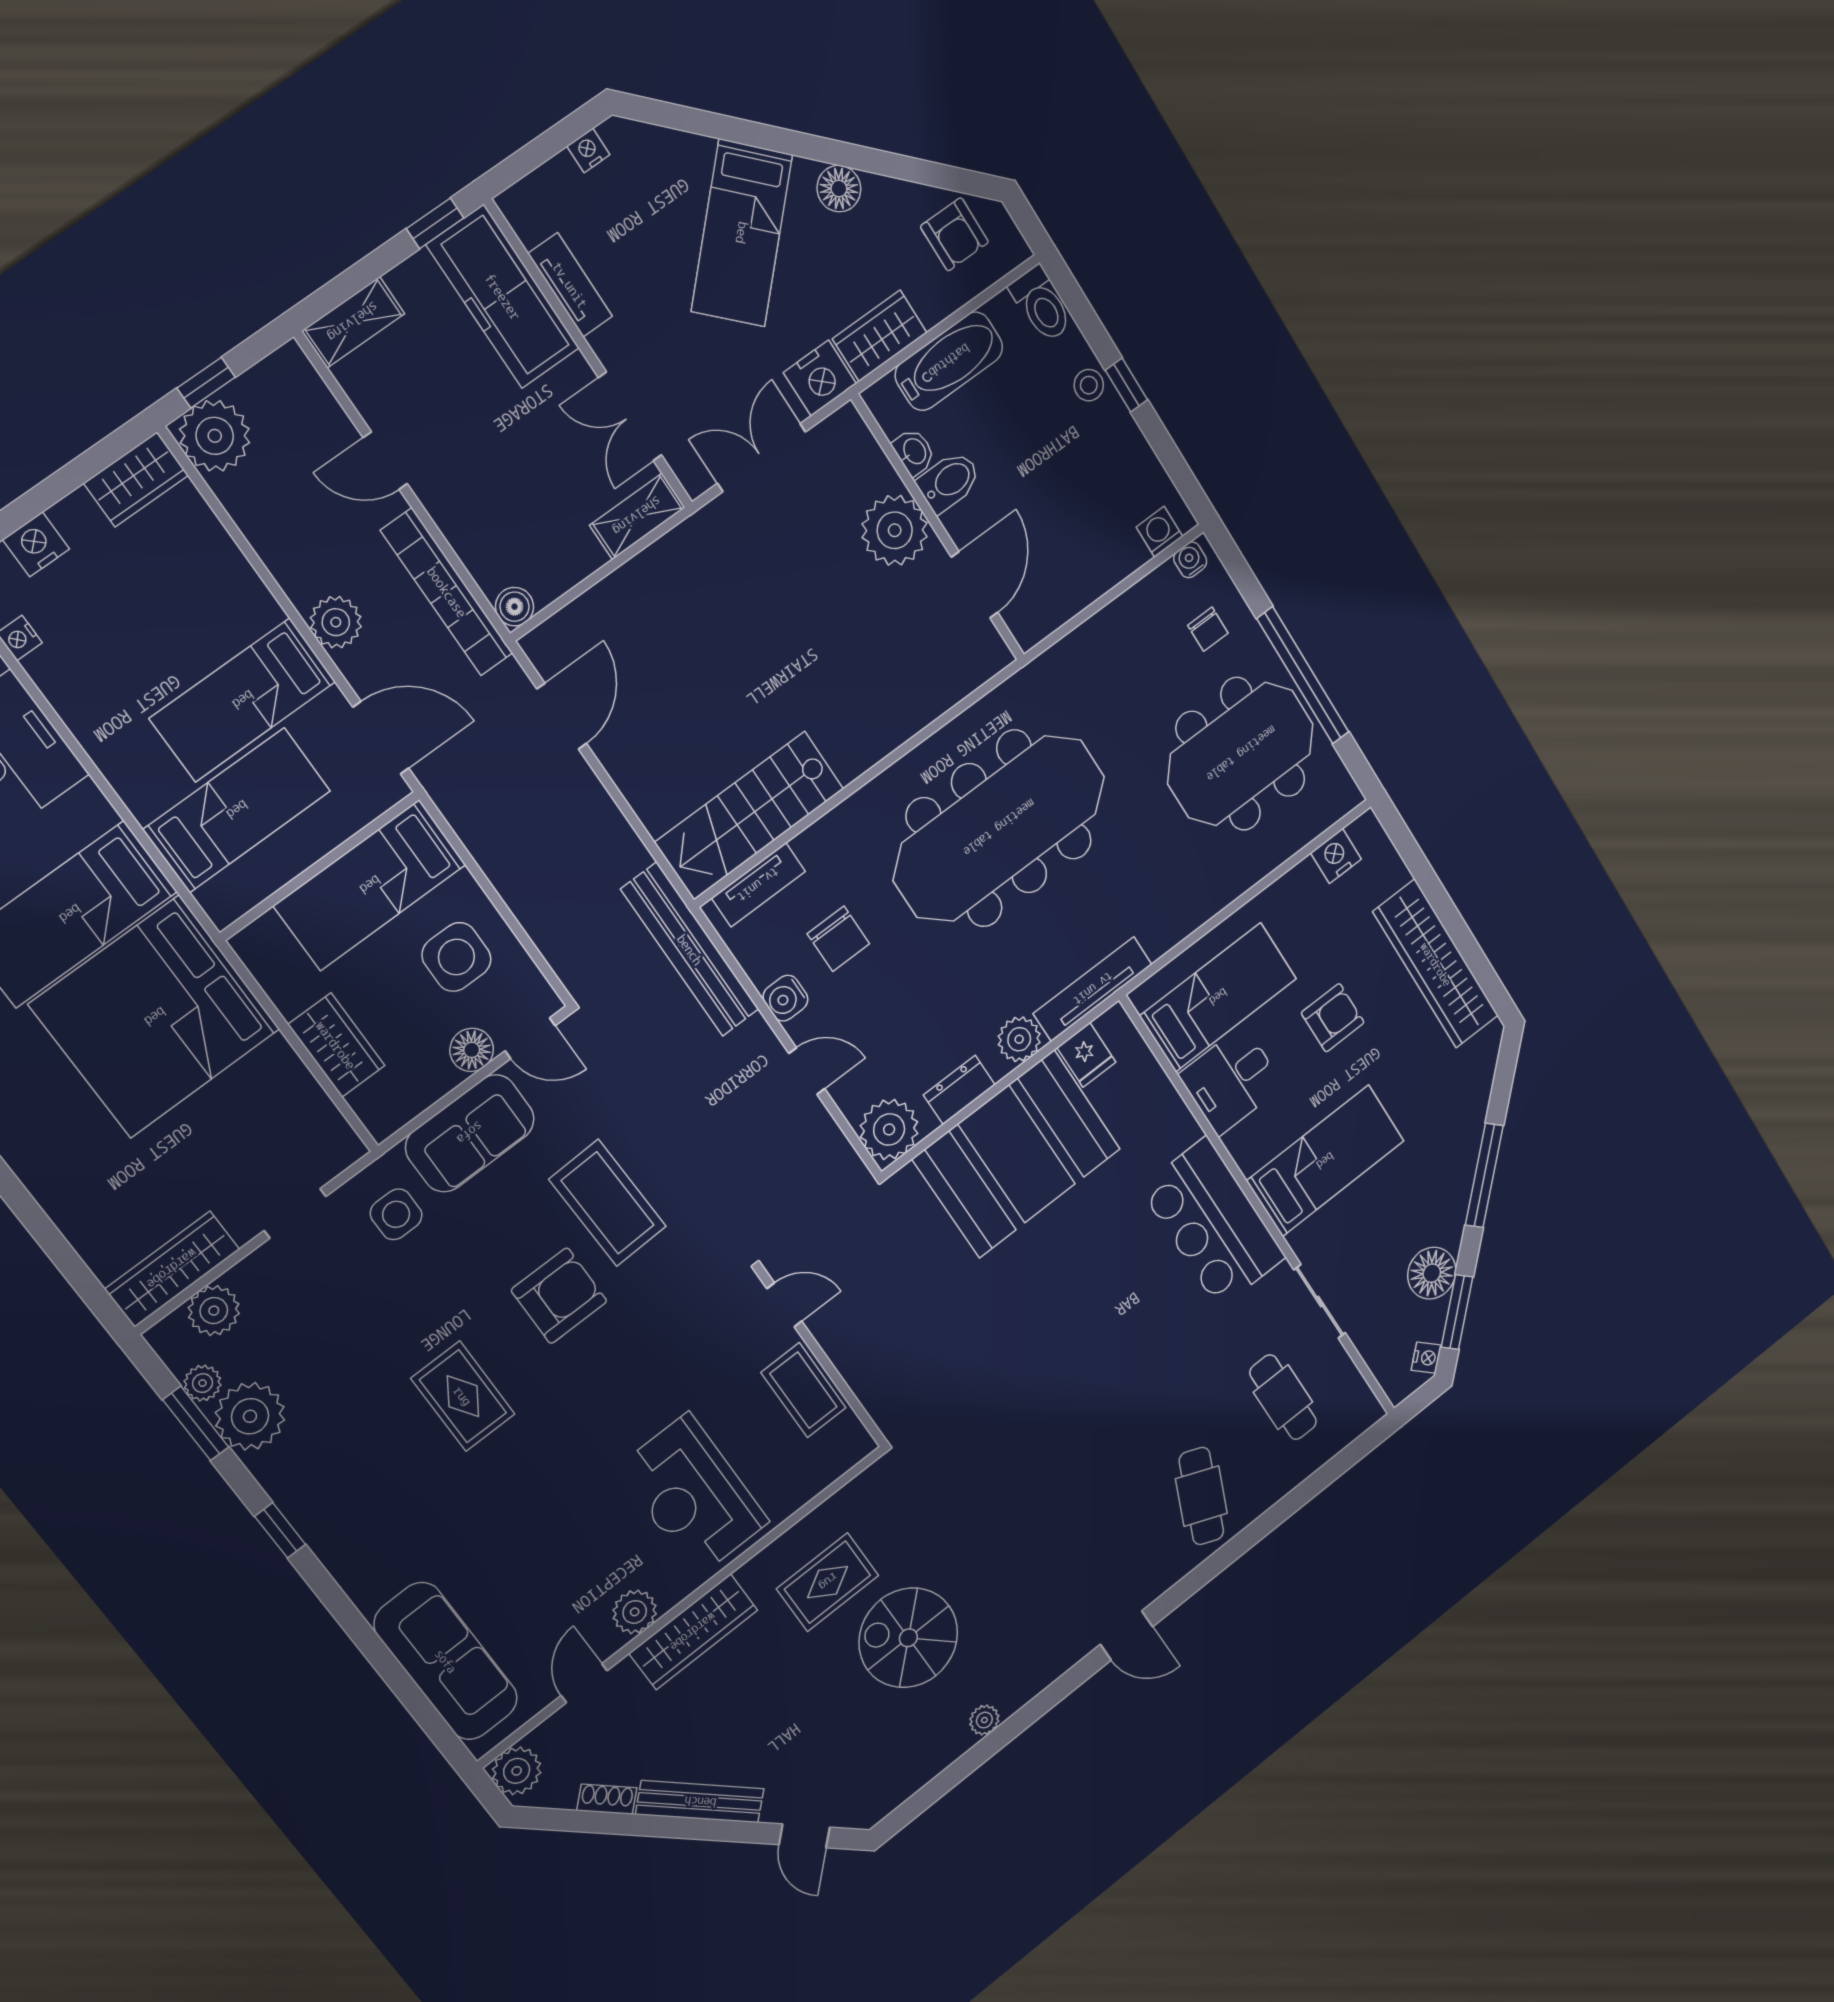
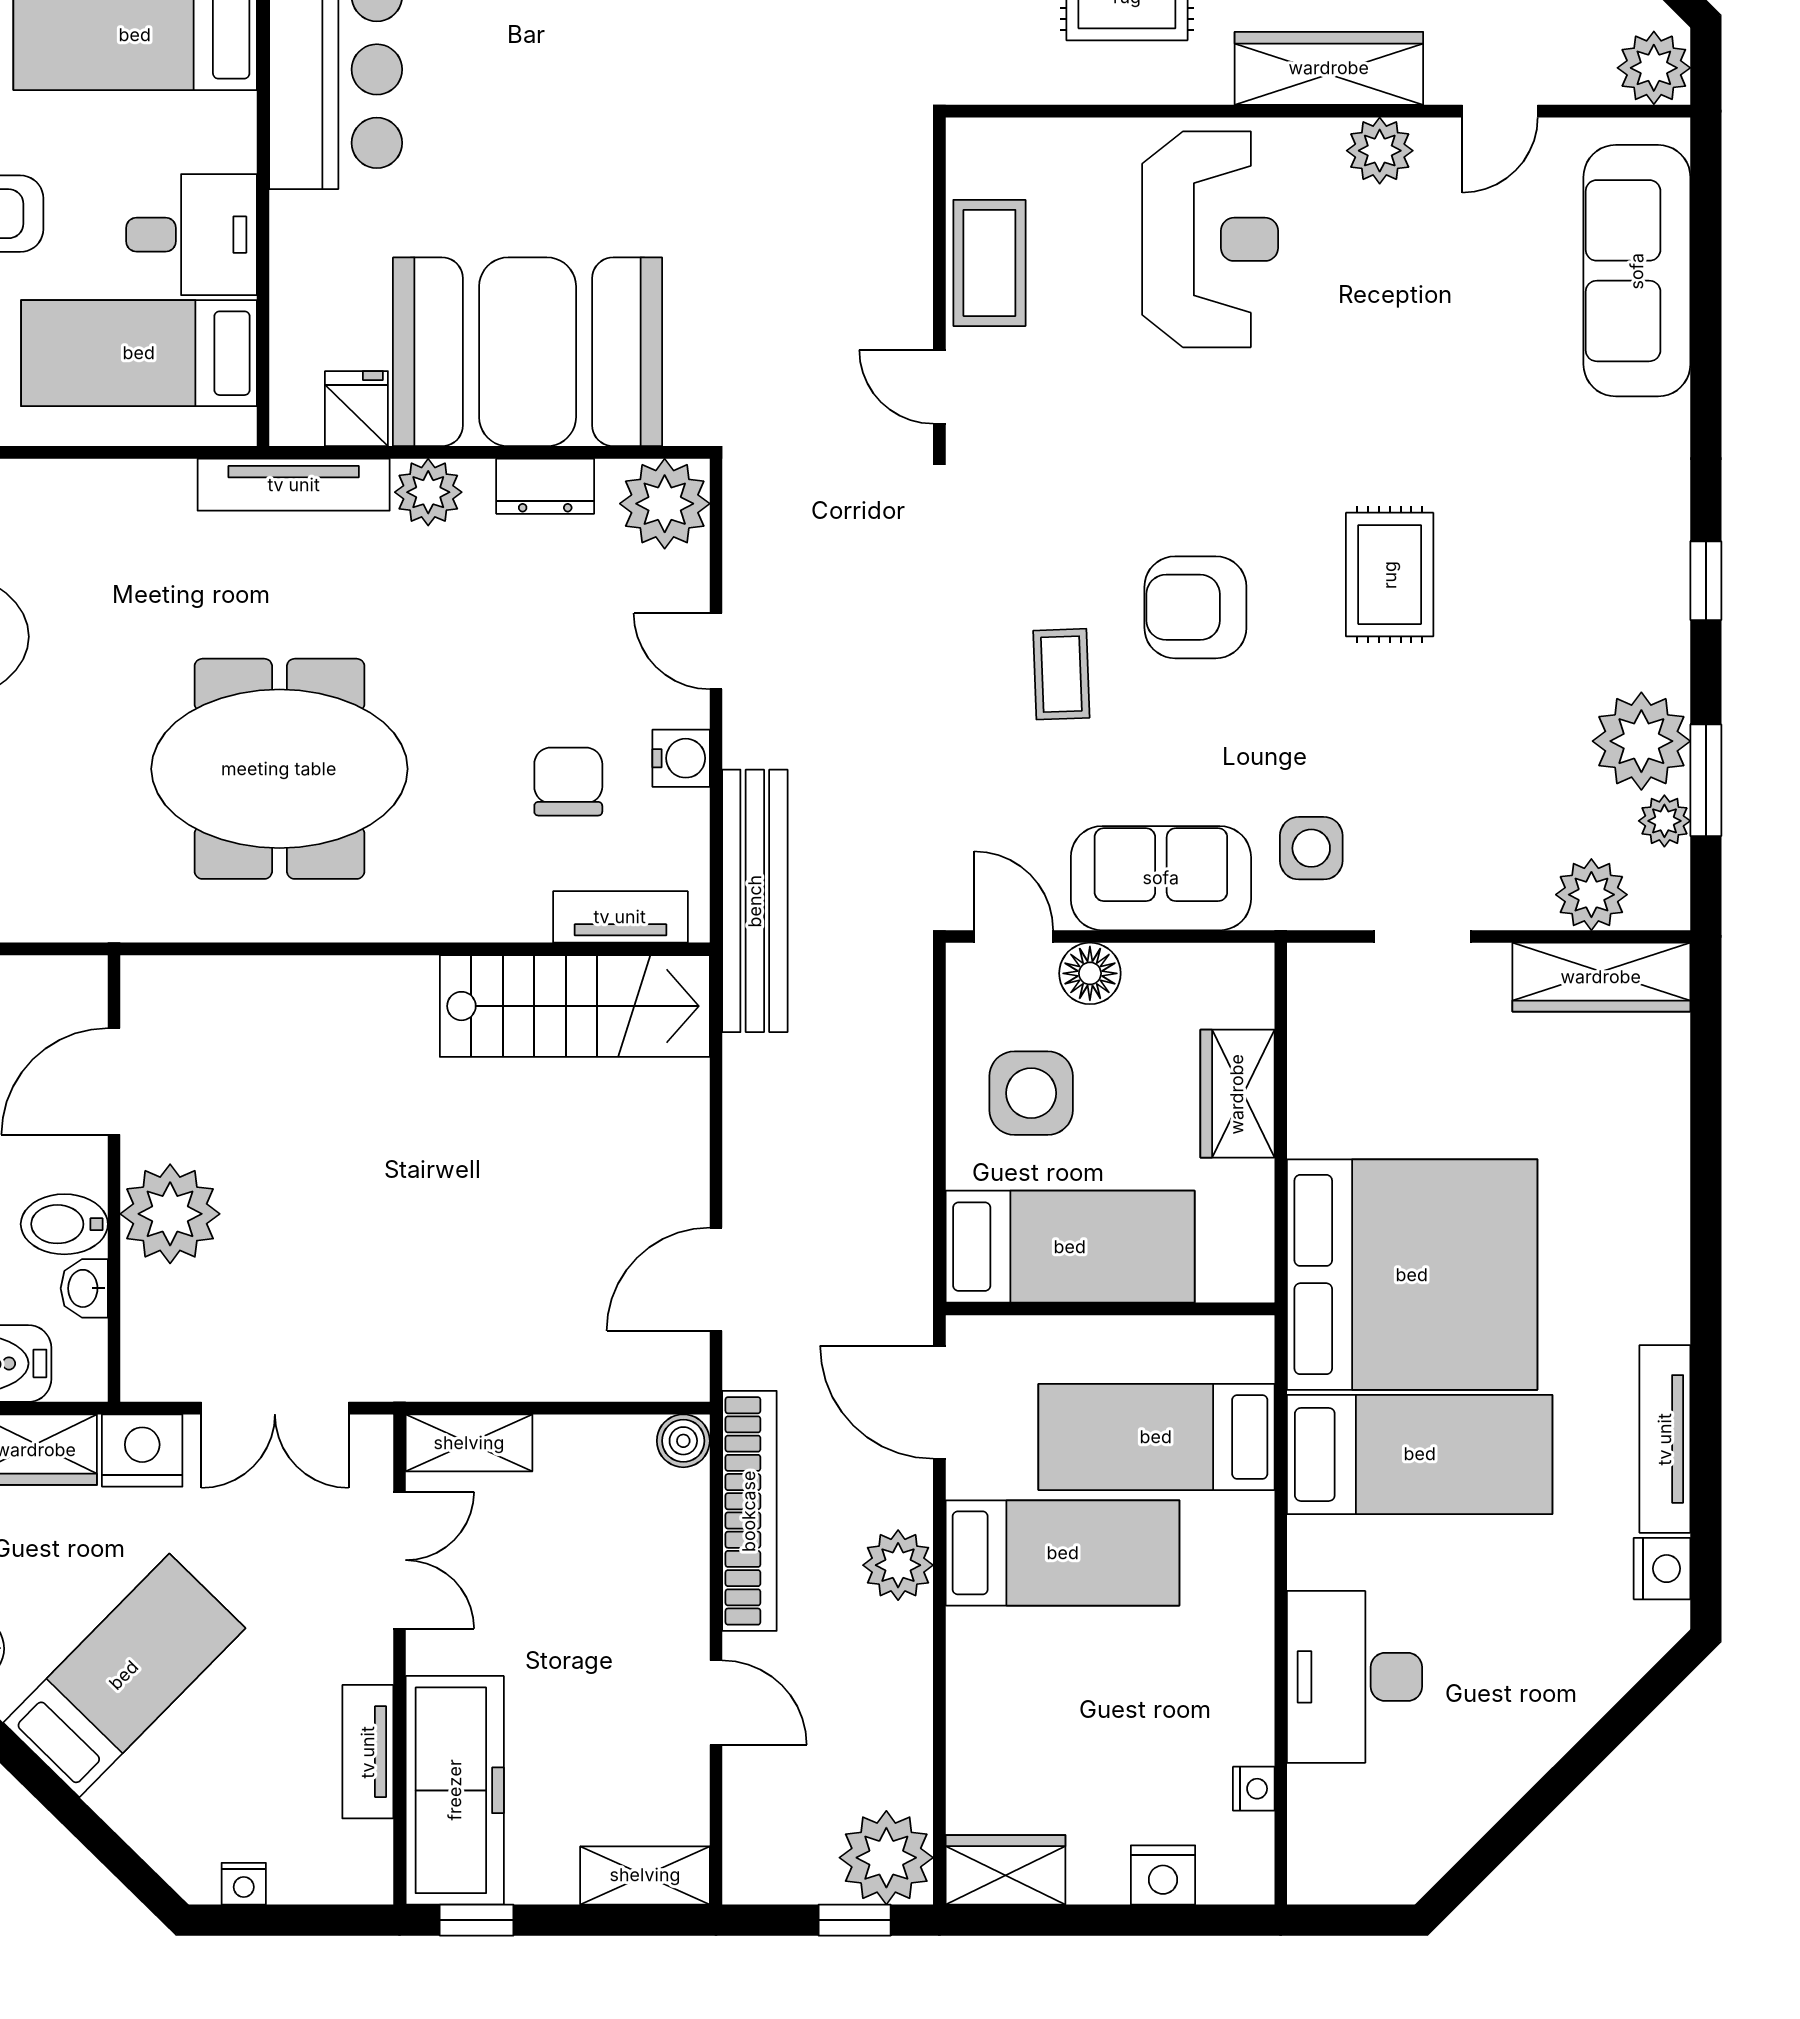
meeting table: (999, 828) -> (279, 769), width x0.73
coffee table: (608, 1203) -> (1061, 674), width x0.54, depth x0.58

